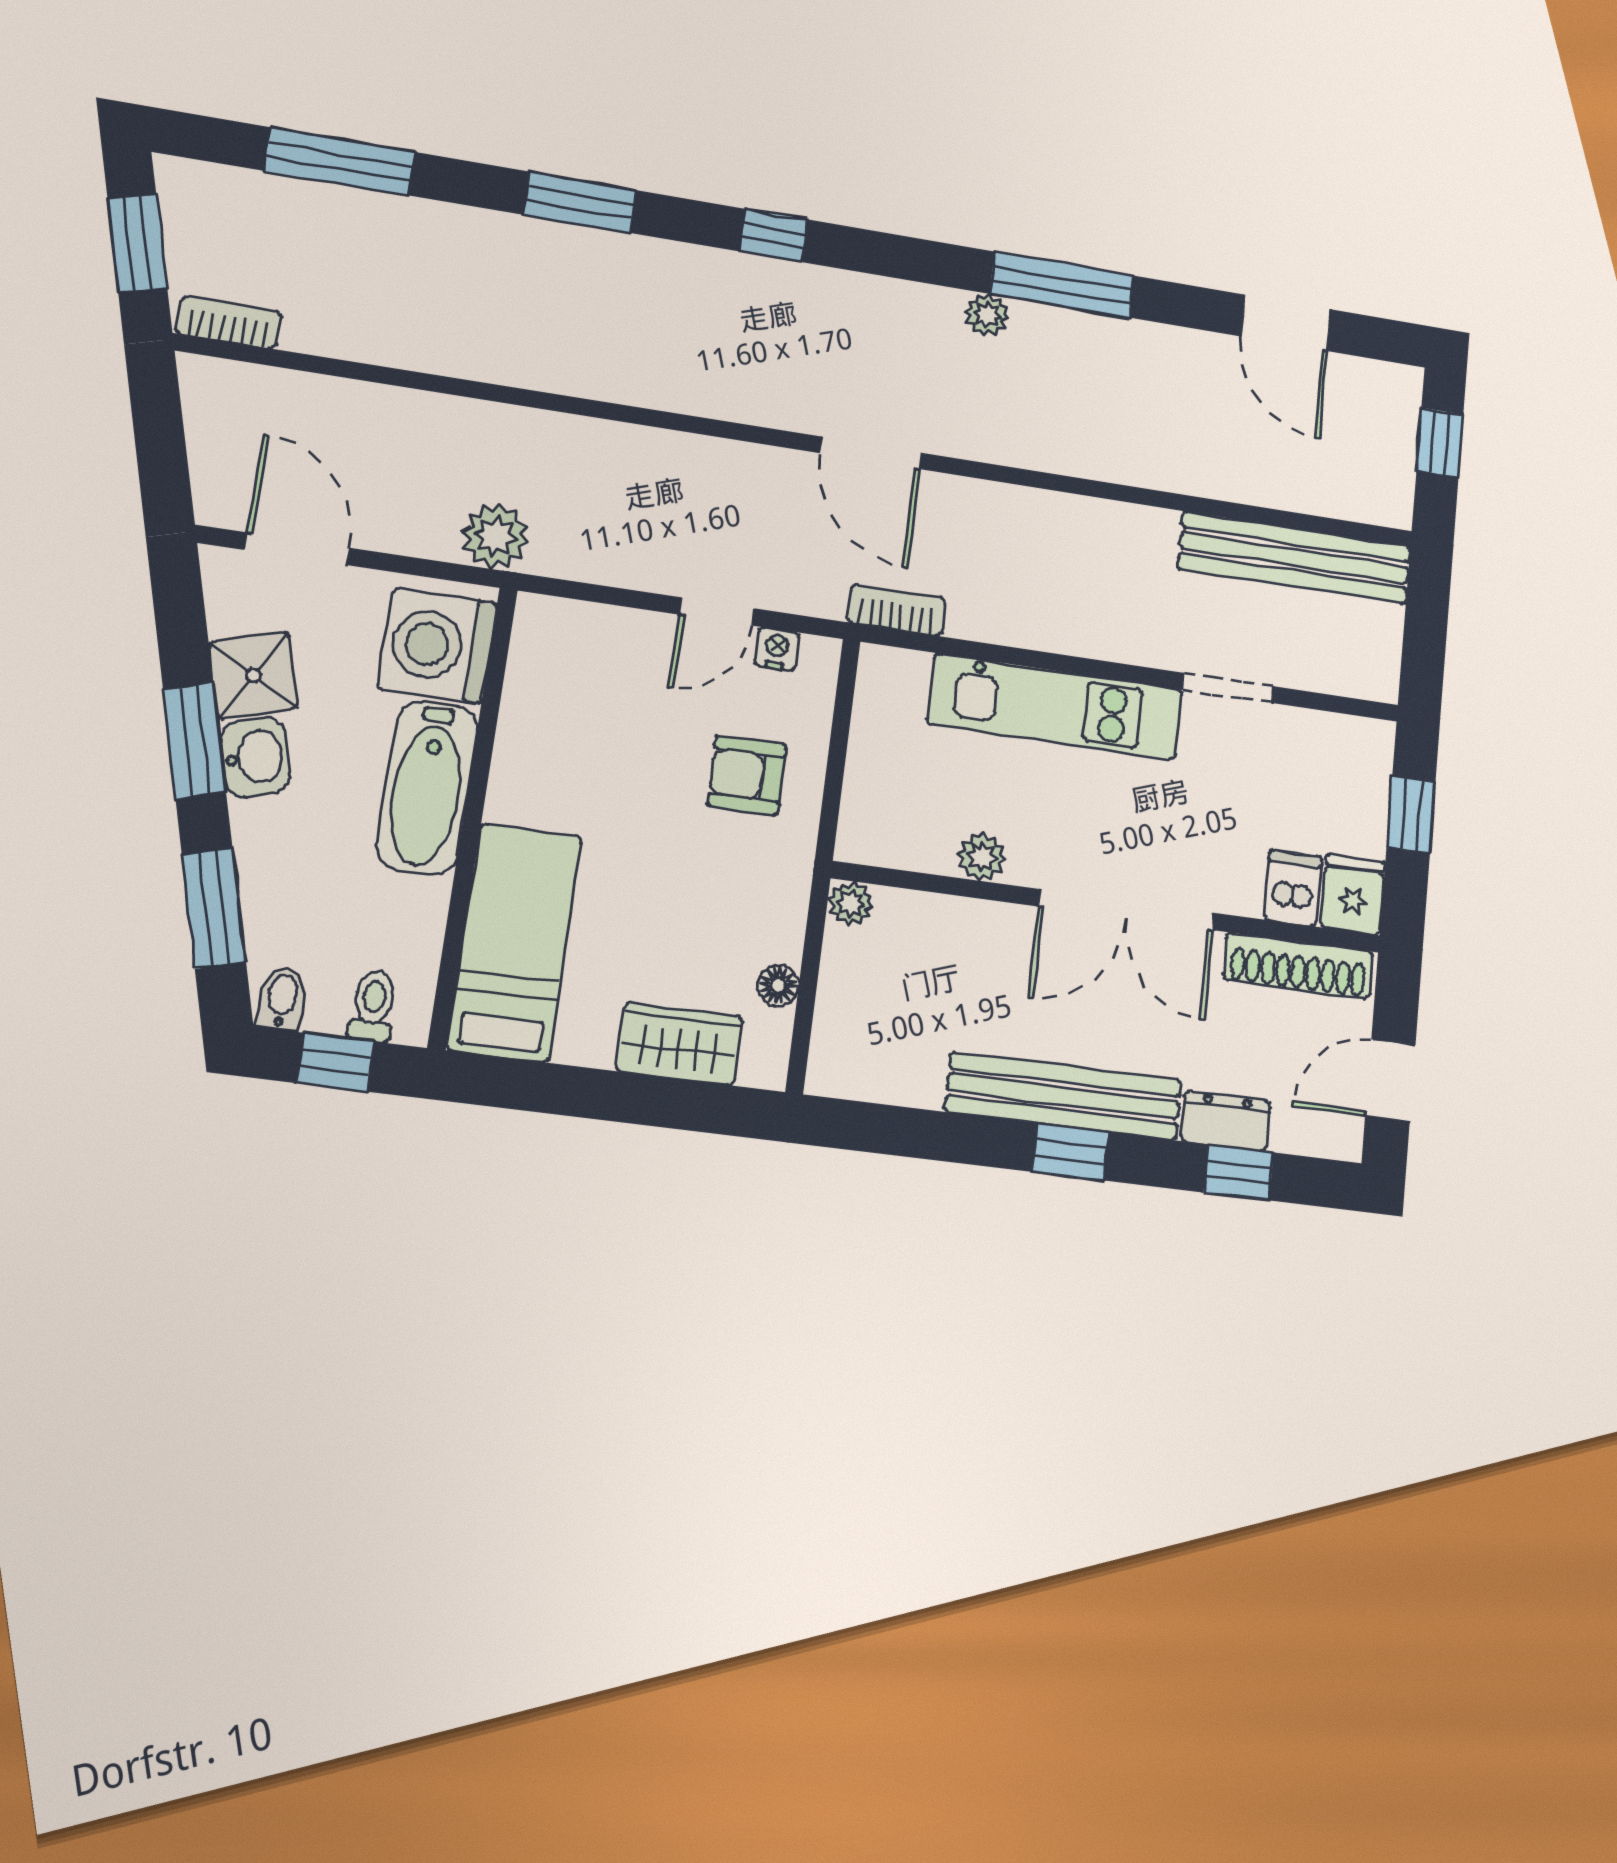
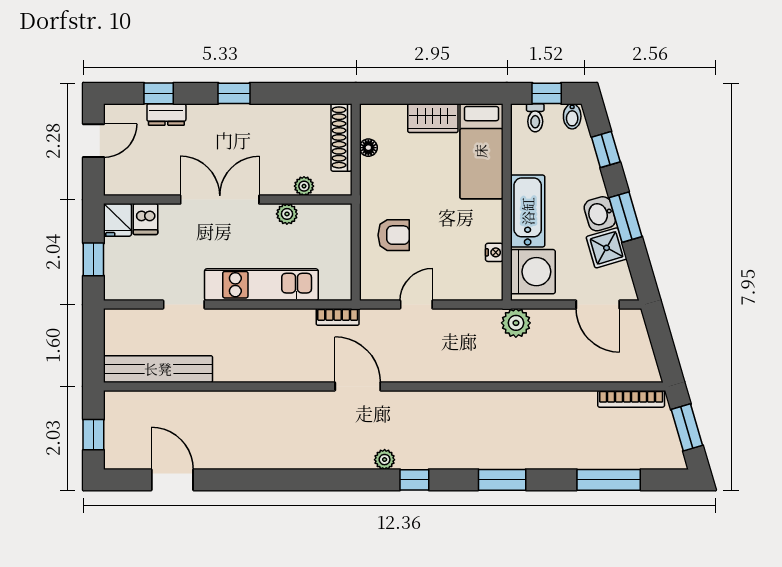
window: (1062, 285) -> (280, 480), removed
plant: (987, 315) -> (385, 460), moved
bookcase: (228, 323) -> (631, 399), width x1.56
nightstand: (777, 649) -> (494, 252), moved, turned -90
plant: (851, 904) -> (304, 186), moved
window: (214, 908) -> (606, 149), width x0.67
shoe rack: (1299, 966) -> (341, 137), moved, turned -90
wardrobe: (679, 1044) -> (433, 118), moved
bench: (1064, 1096) -> (239, 116), removed

